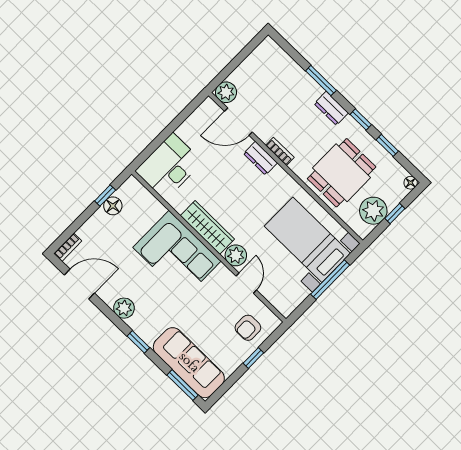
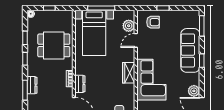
dresser: (331, 108) -> (32, 85), moved
plant: (373, 211) -> (57, 18), removed
wardrobe: (207, 227) -> (129, 73), width x0.67
plant: (236, 255) -> (129, 26), moved
plant: (124, 308) -> (194, 91), moved
sofa: (189, 363) -> (190, 50), moved

